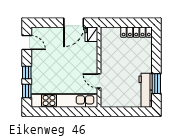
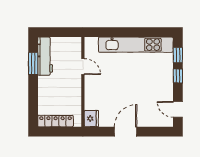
fridge: (91, 34) -> (91, 119), moved
wall: (99, 67) -> (83, 82), moved
door: (99, 81) -> (83, 67), moved

